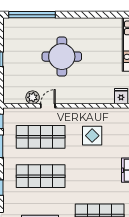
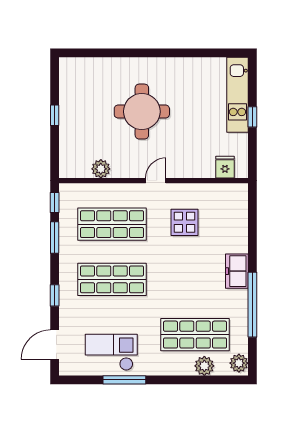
window: (32, 15) -> (100, 53), removed
door: (48, 106) -> (156, 181), moved

